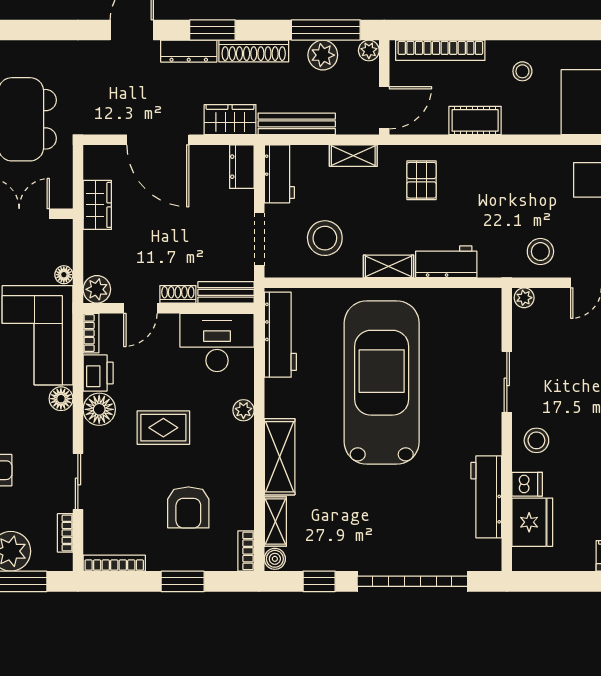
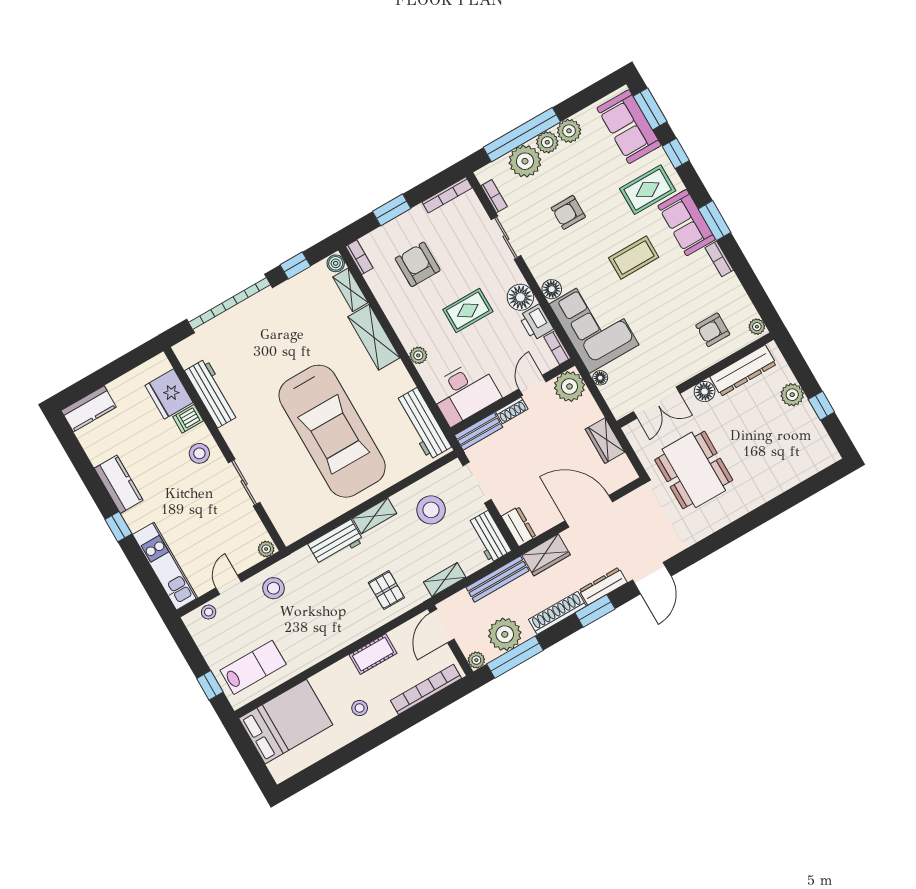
plant: (323, 55) -> (505, 634), width x1.36, depth x1.36
plant: (97, 289) -> (569, 386), width x1.36, depth x1.36

